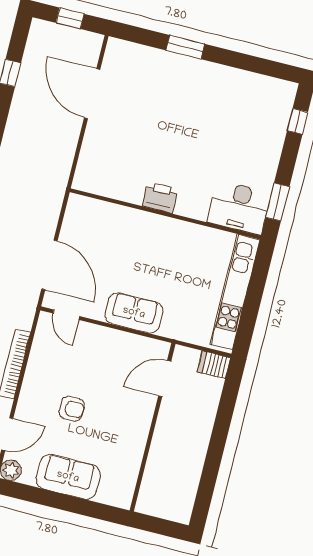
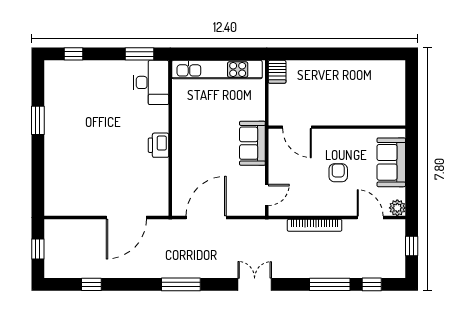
window: (185, 47) -> (38, 120), moved
door: (92, 94) -> (126, 217), moved
door: (49, 265) -> (206, 217), moved
door: (165, 378) -> (297, 127), moved
wall: (153, 427) -> (337, 127), moved

